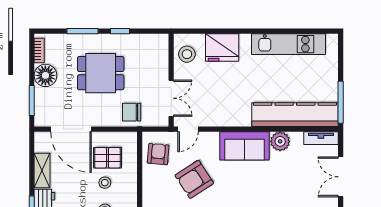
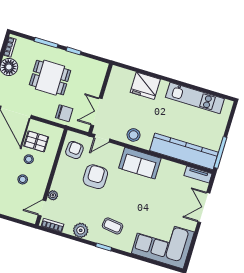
stool: (187, 54) -> (134, 135), moved
double door: (171, 98) -> (96, 112), swing flipped
chair: (132, 112) -> (64, 113), turned 180
plant: (280, 141) -> (167, 168), removed
armchair: (194, 179) -> (95, 177), turned 123

